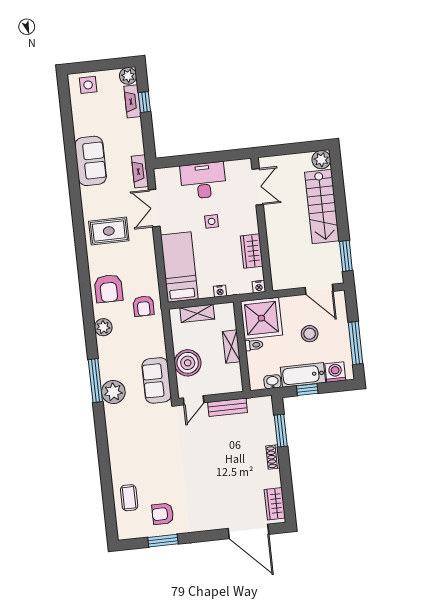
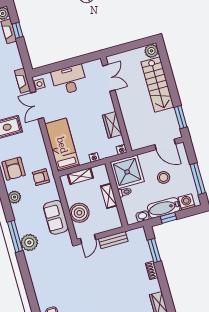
side table: (212, 221) -> (39, 84), moved
armchair: (144, 306) -> (41, 177), turned 90
sofa: (157, 380) -> (56, 217), moved

